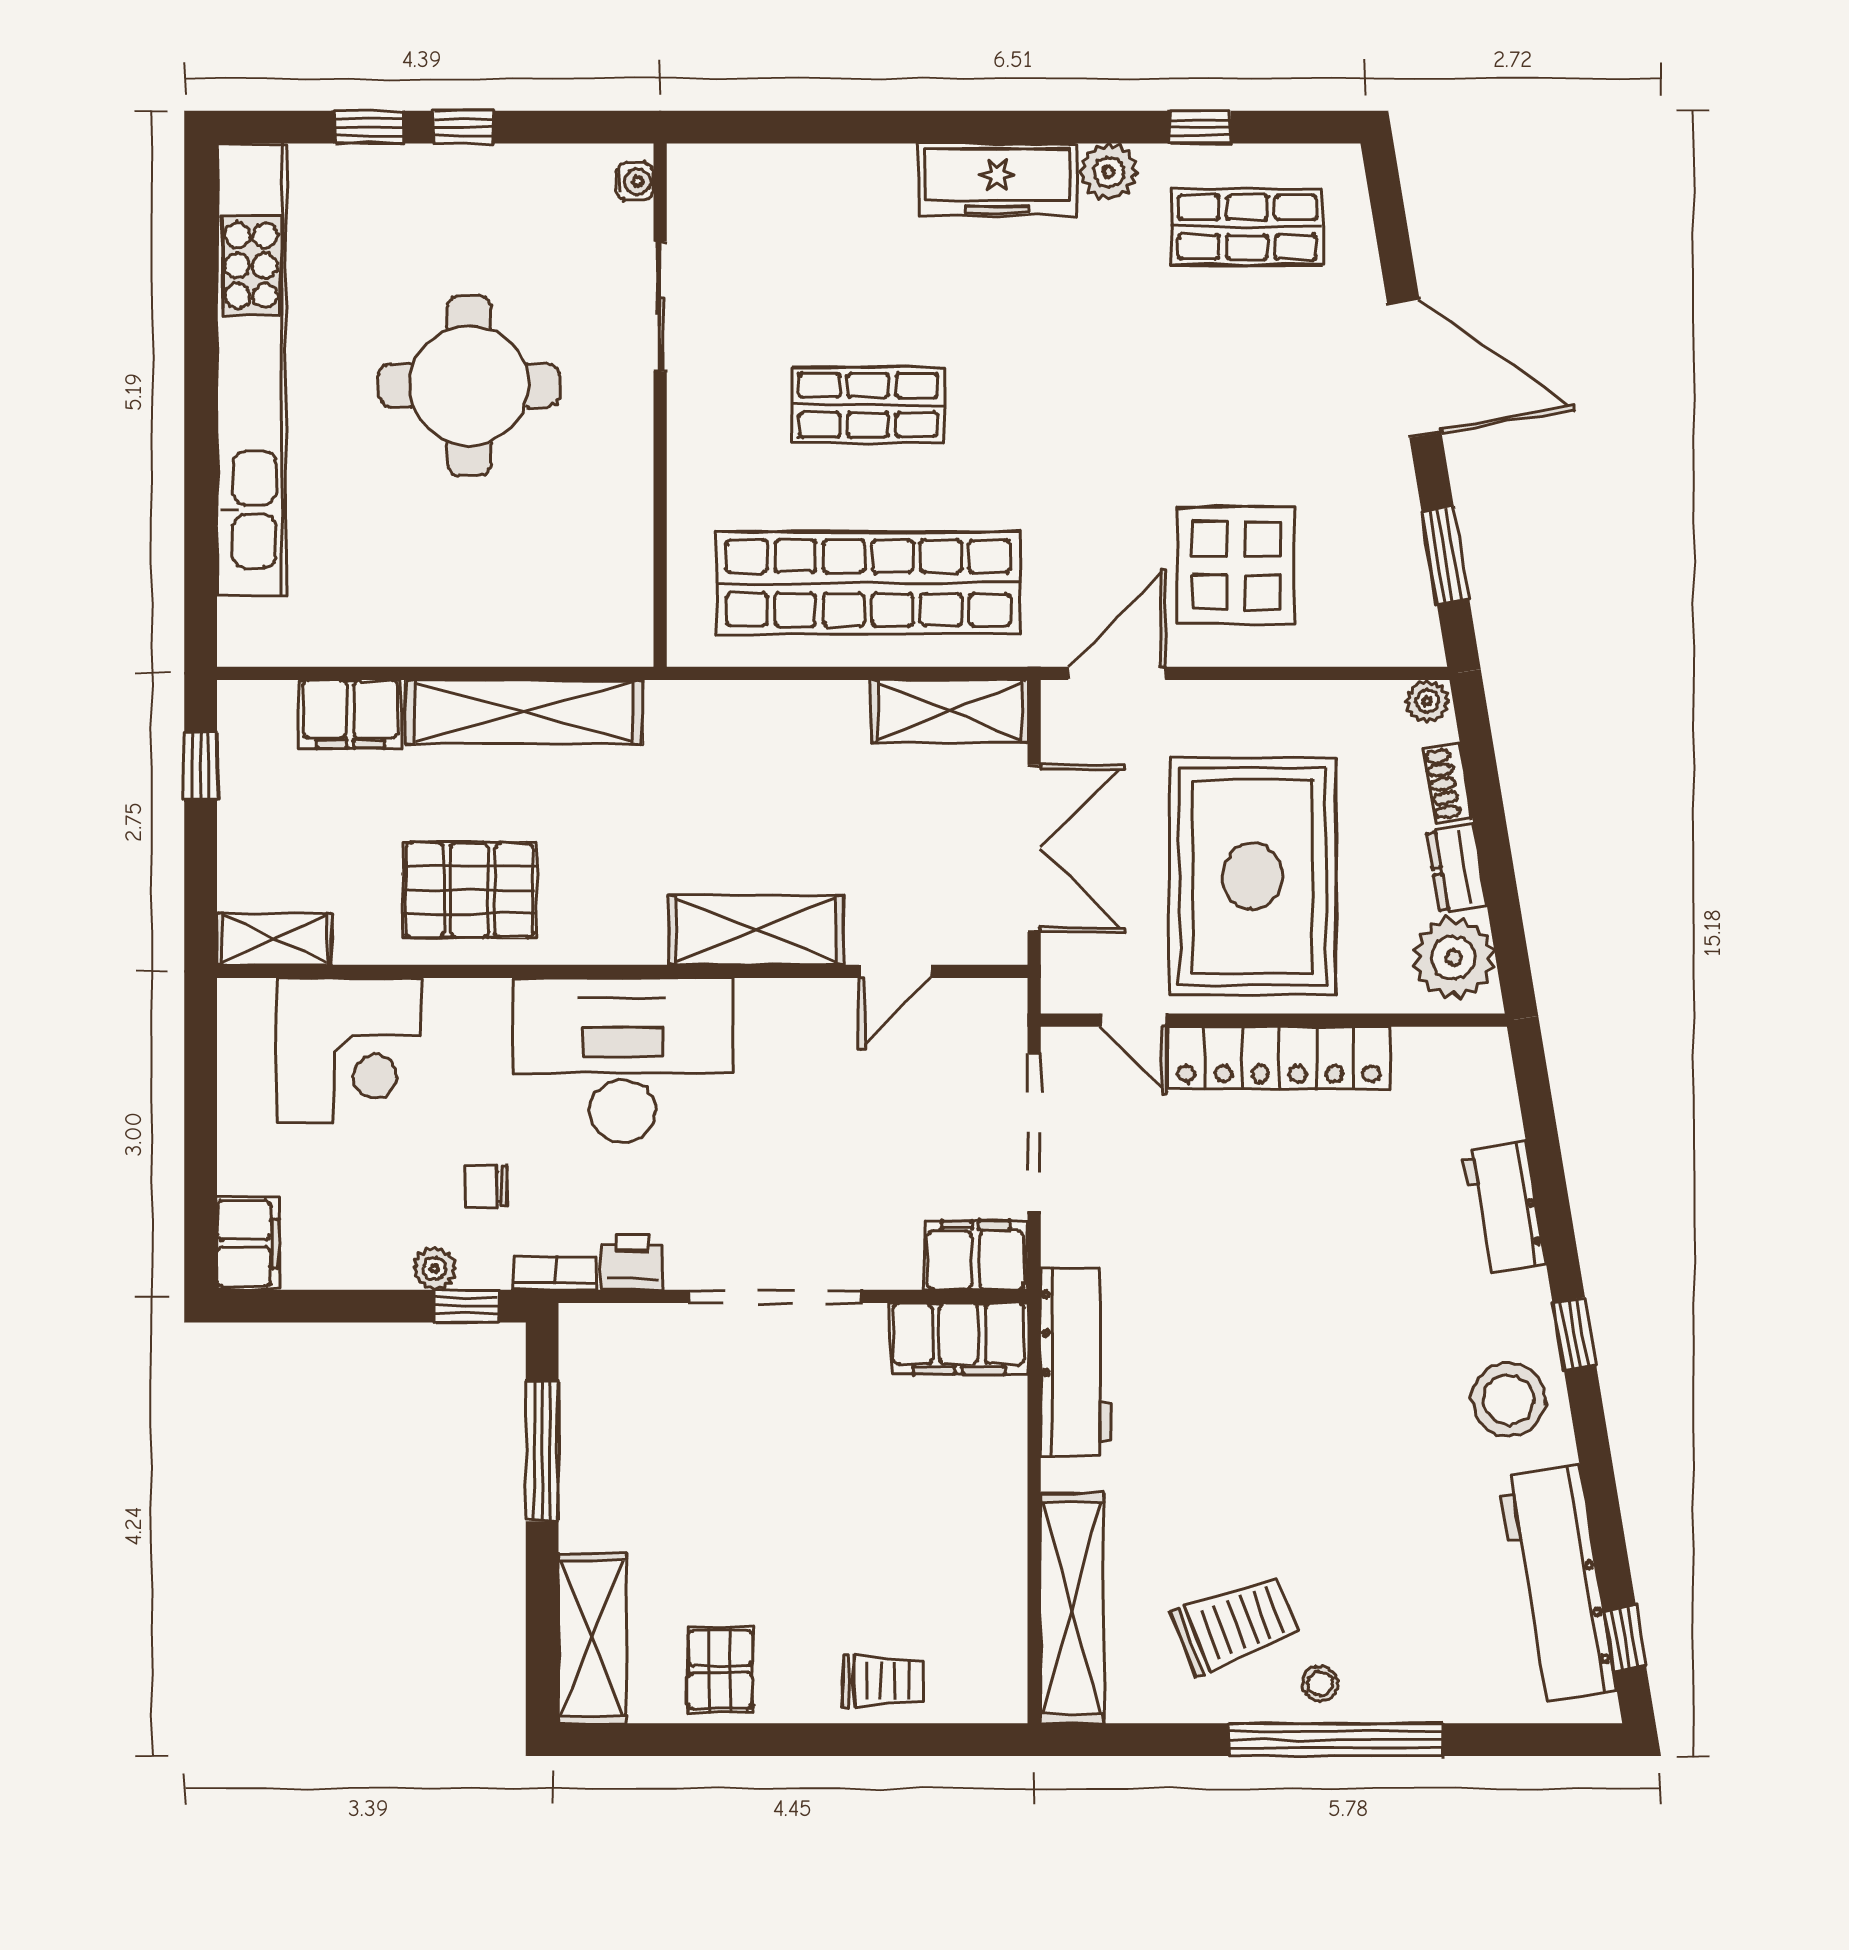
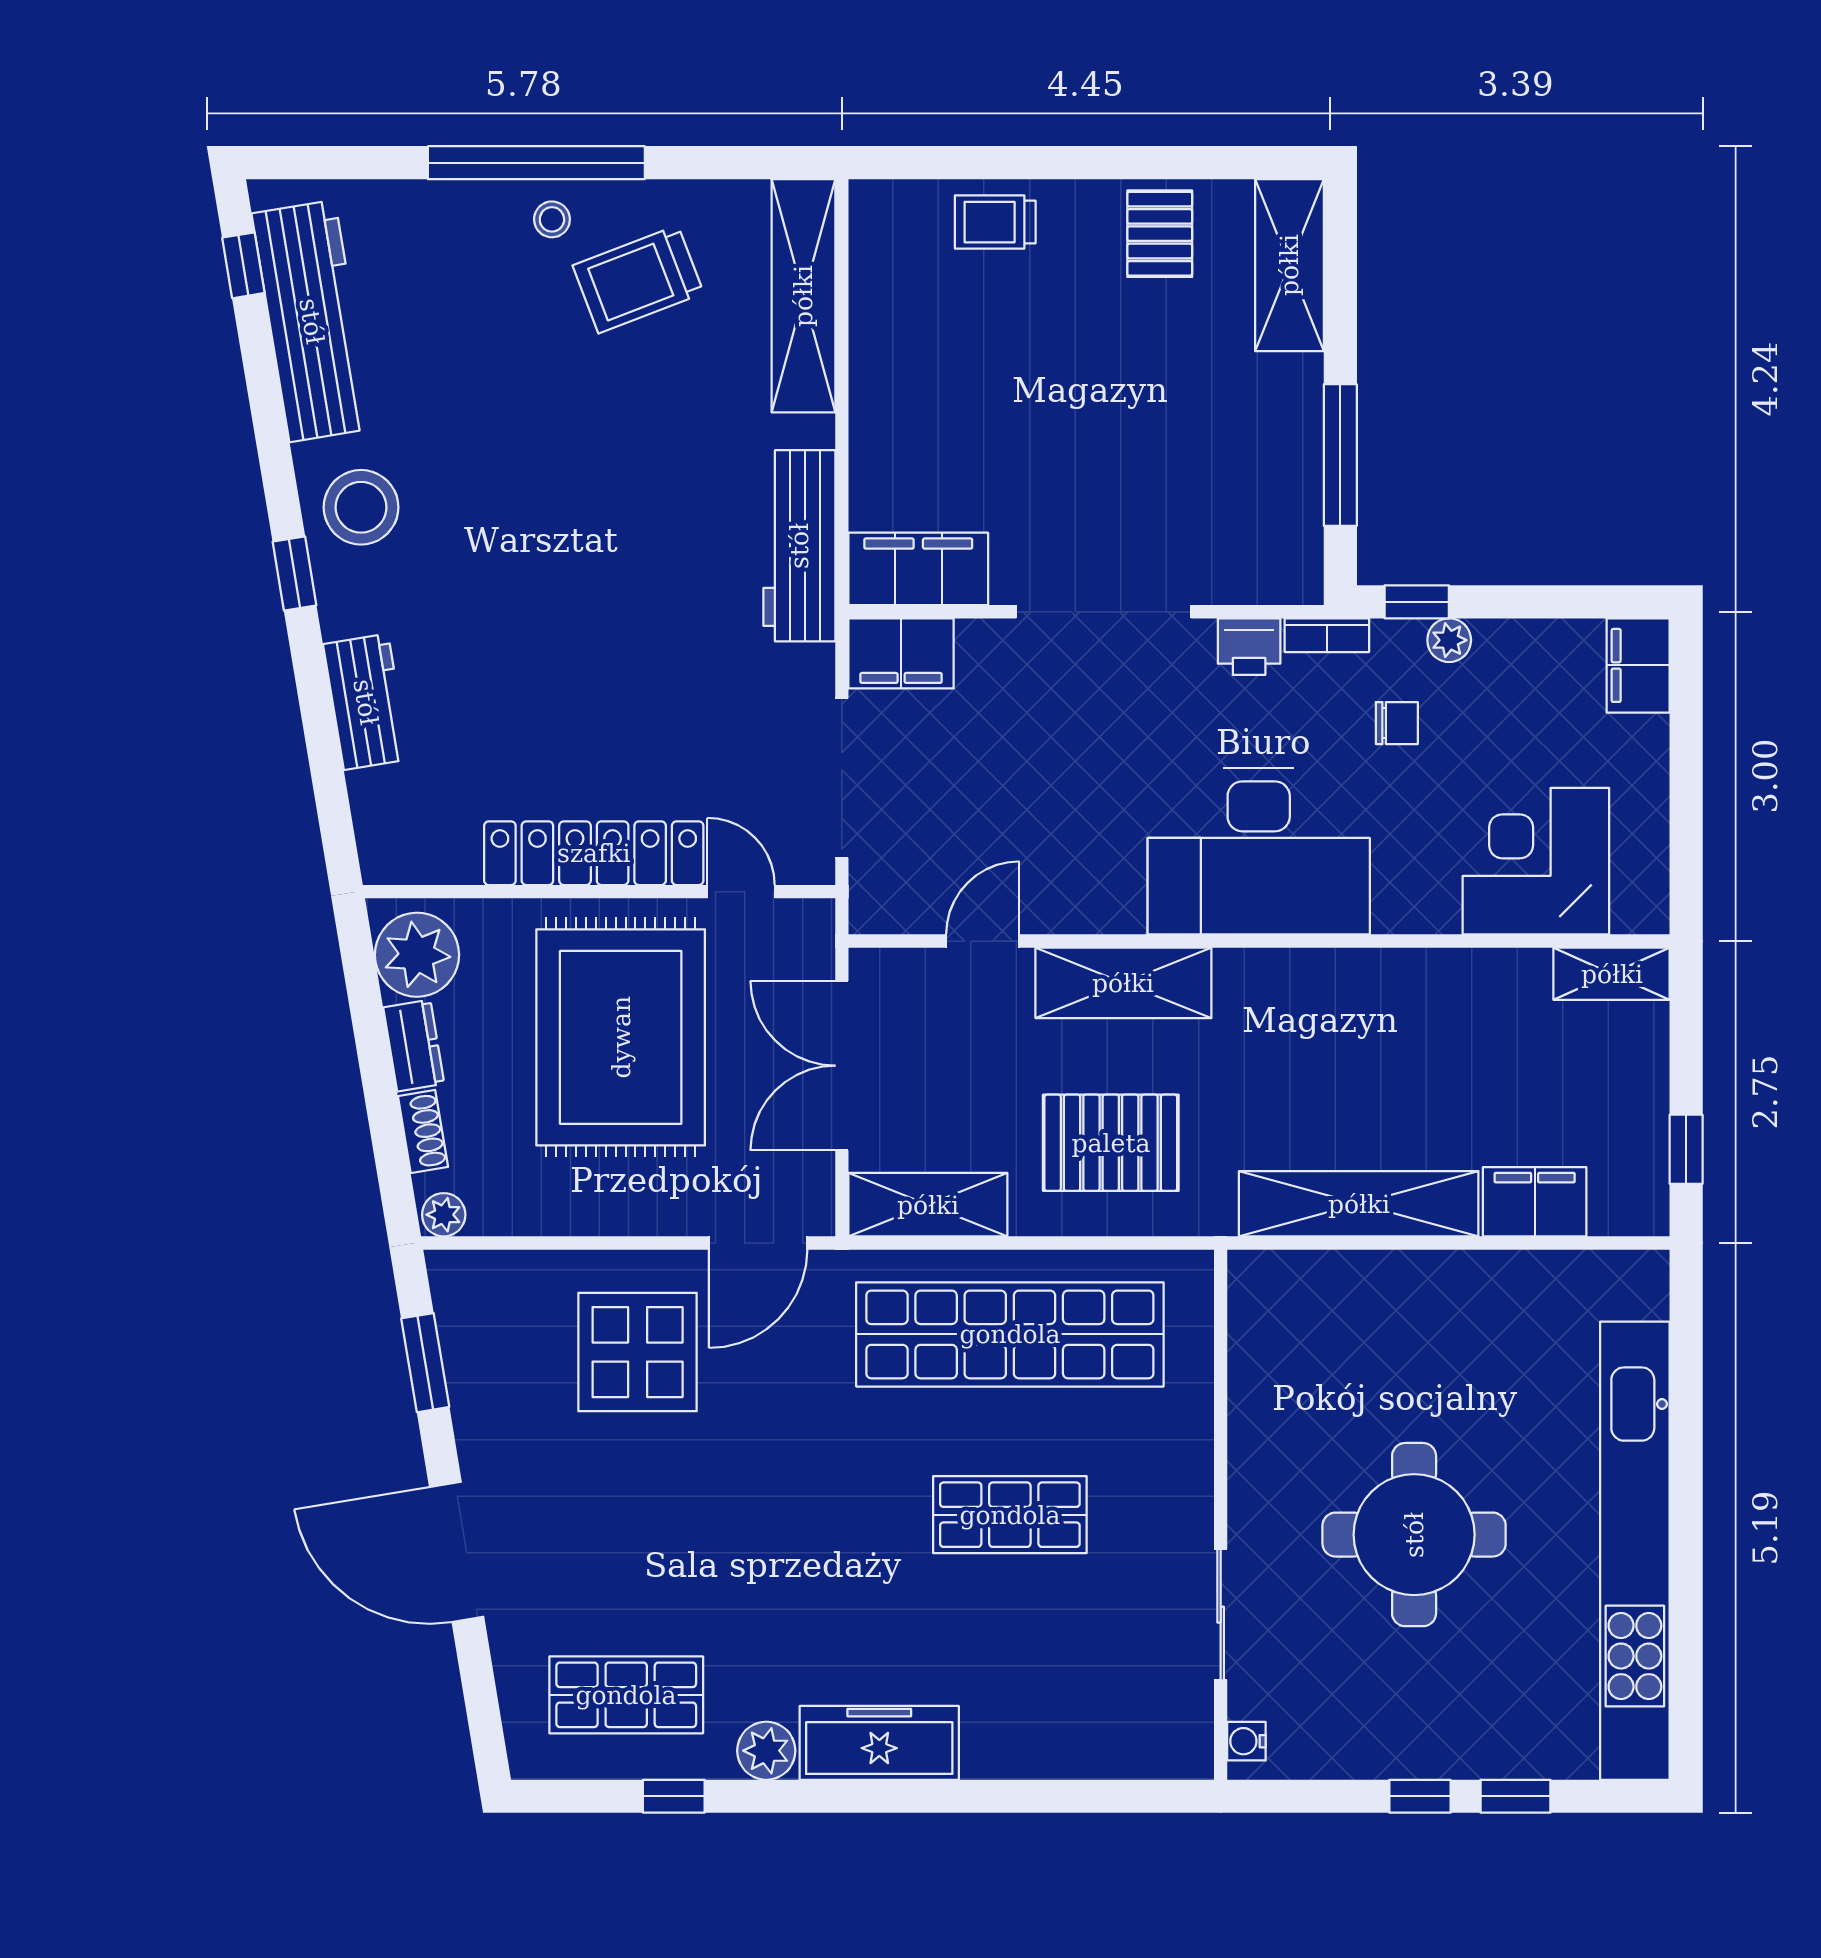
pallet: (469, 890) -> (1111, 1143), moved

